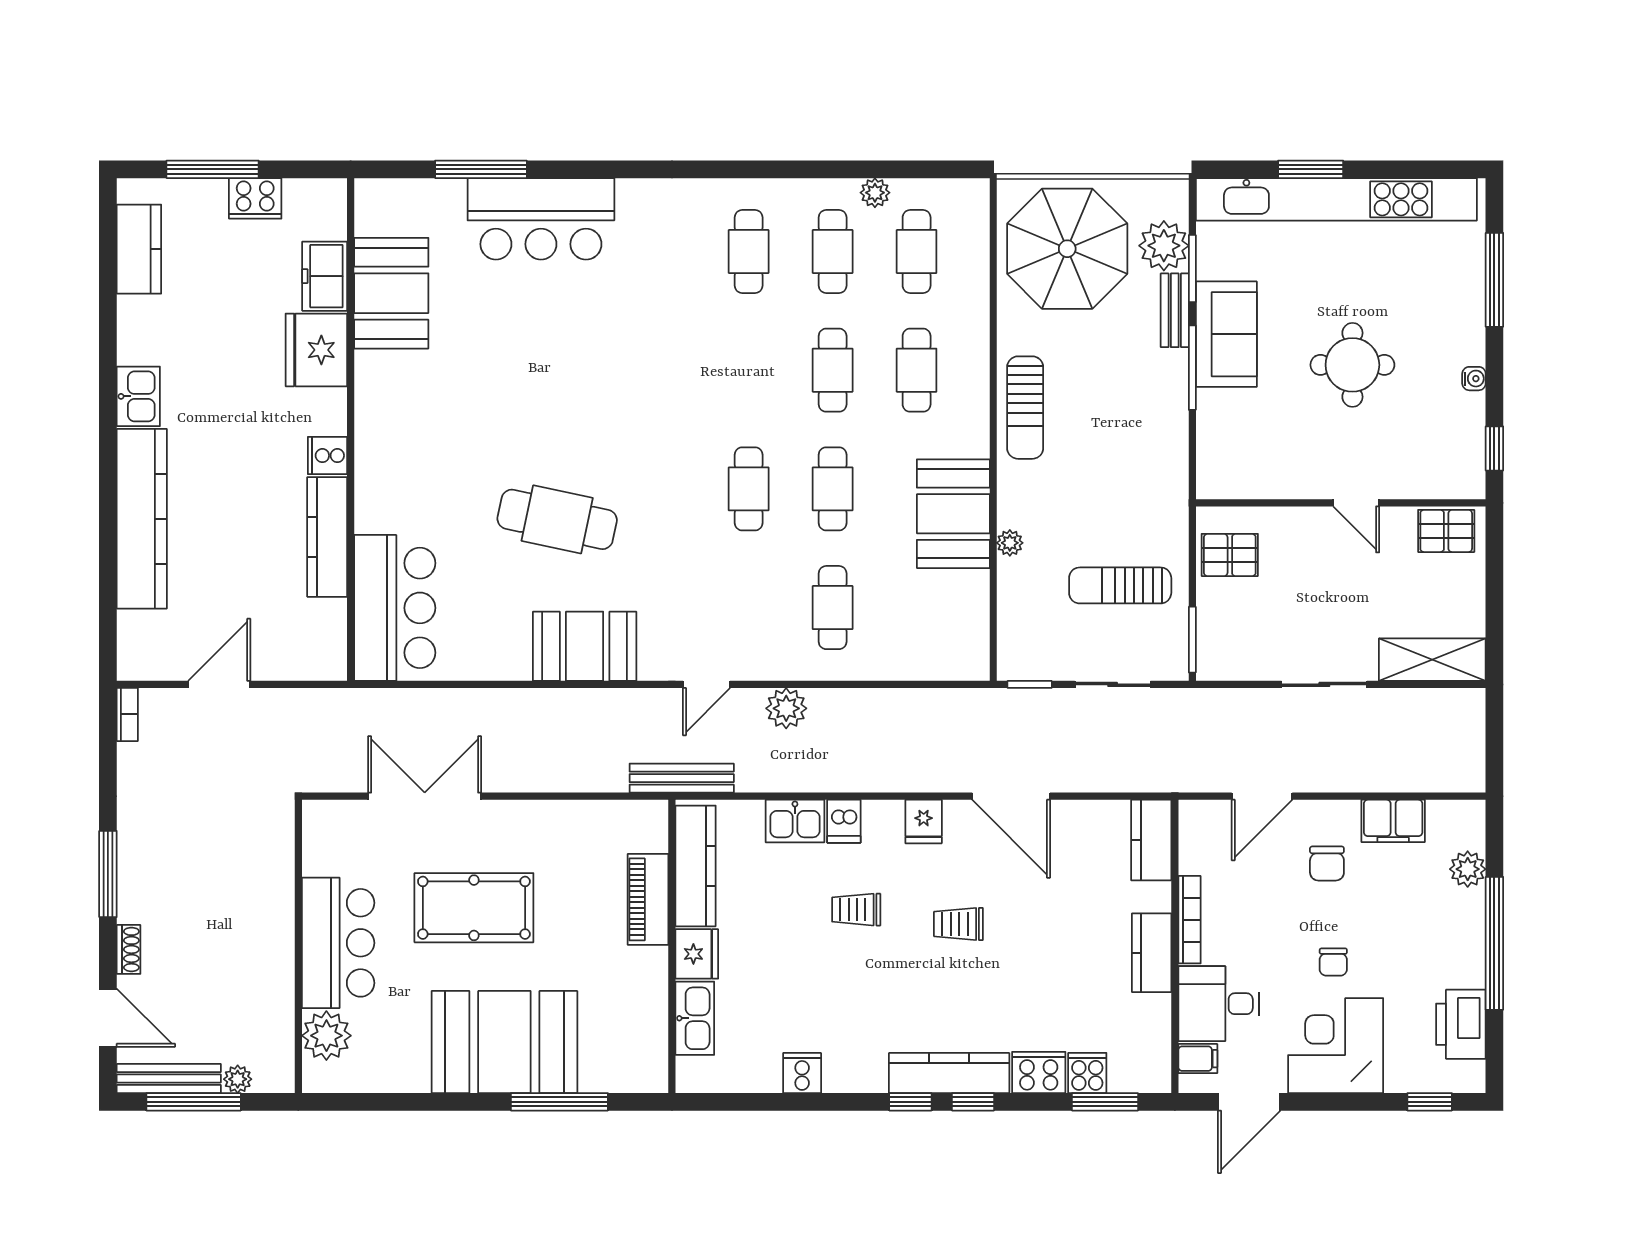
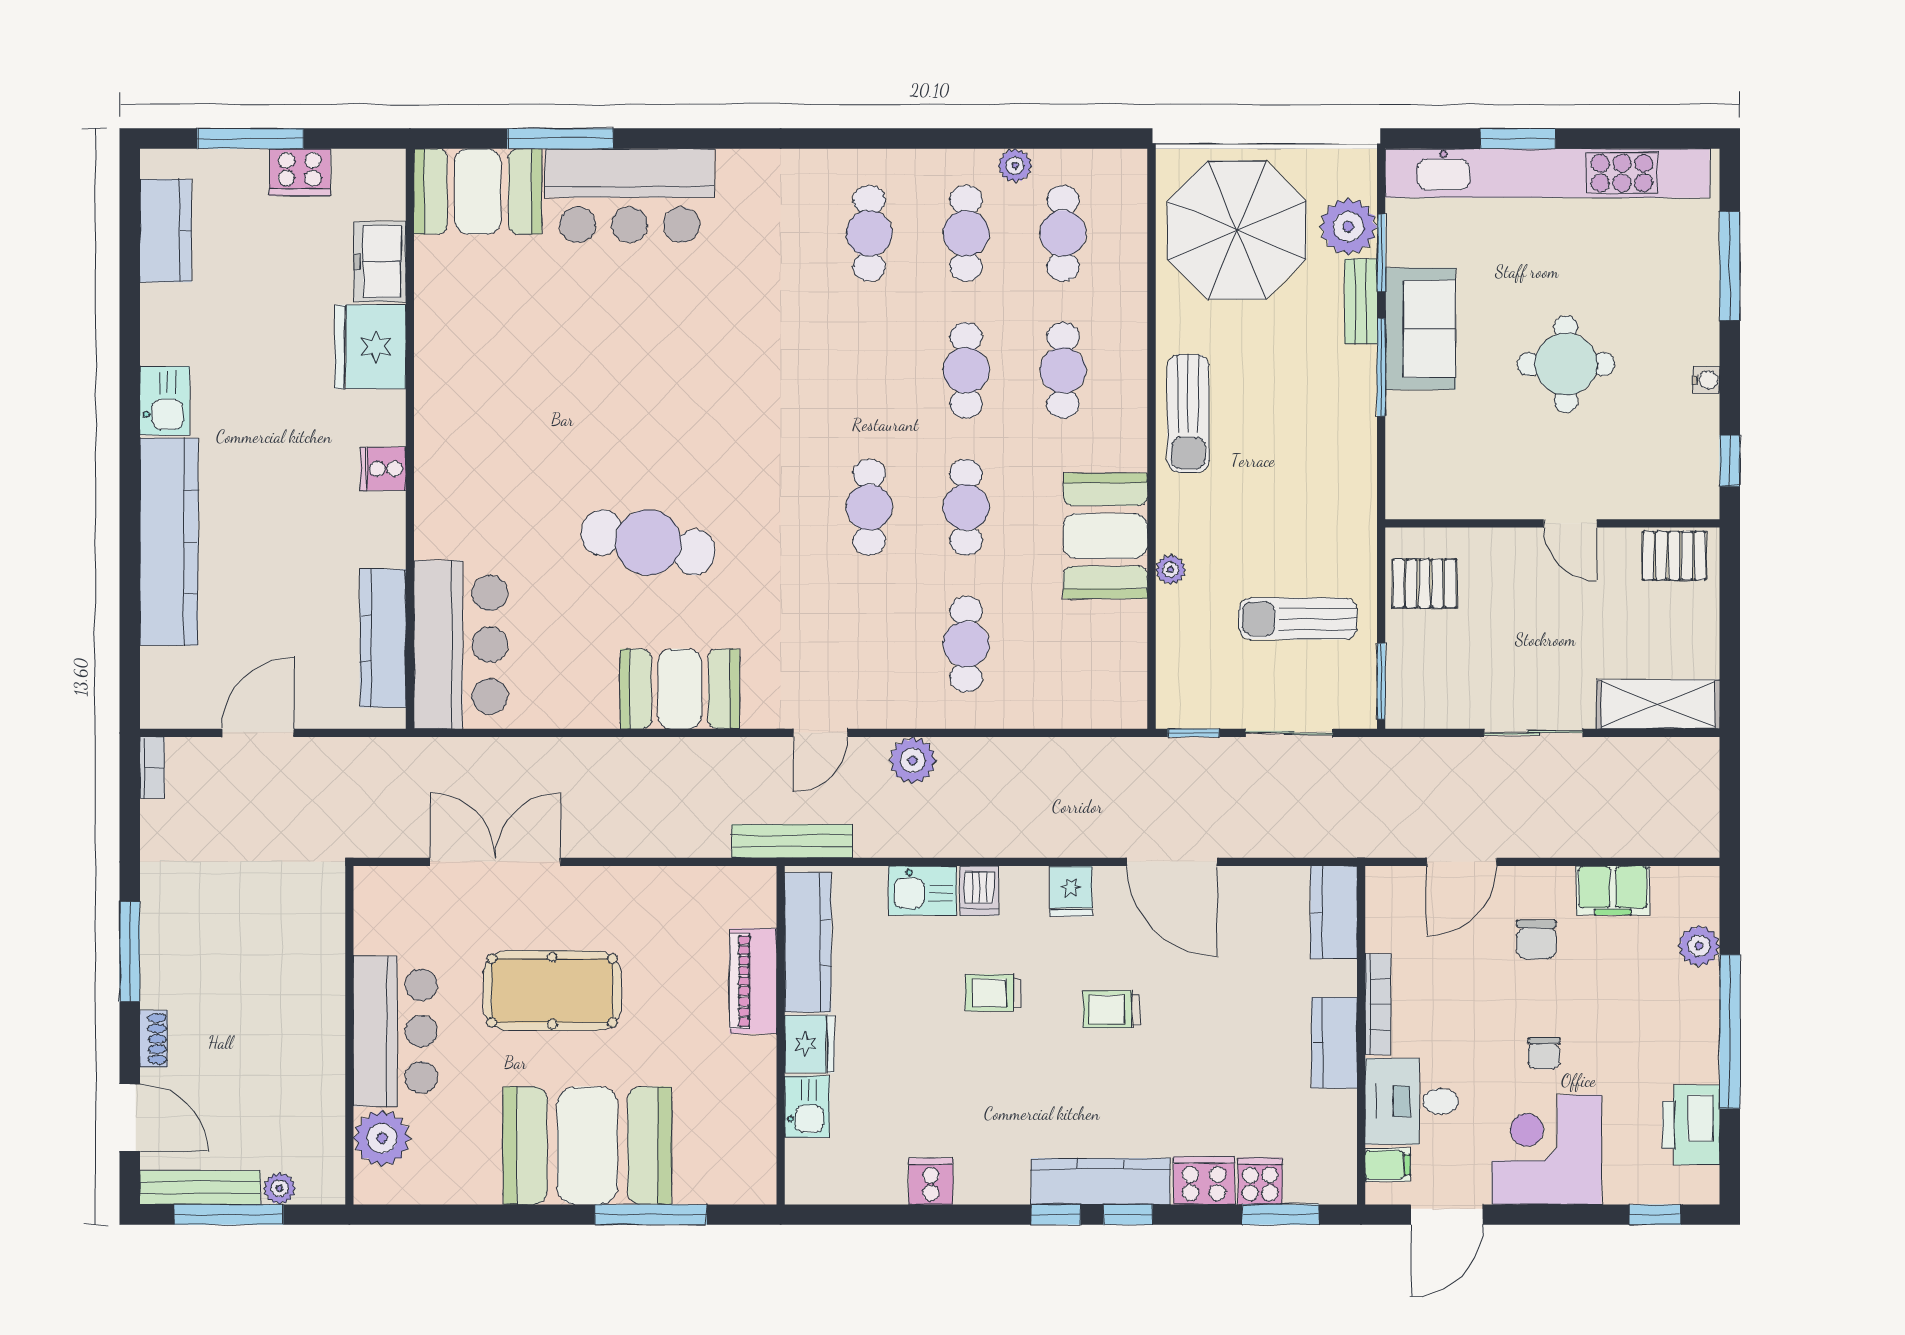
booth: (391, 293) -> (478, 191), moved, turned 90
kitchen counter: (327, 537) -> (383, 638), moved
kitchen sink: (695, 1018) -> (807, 1107), width x0.73

